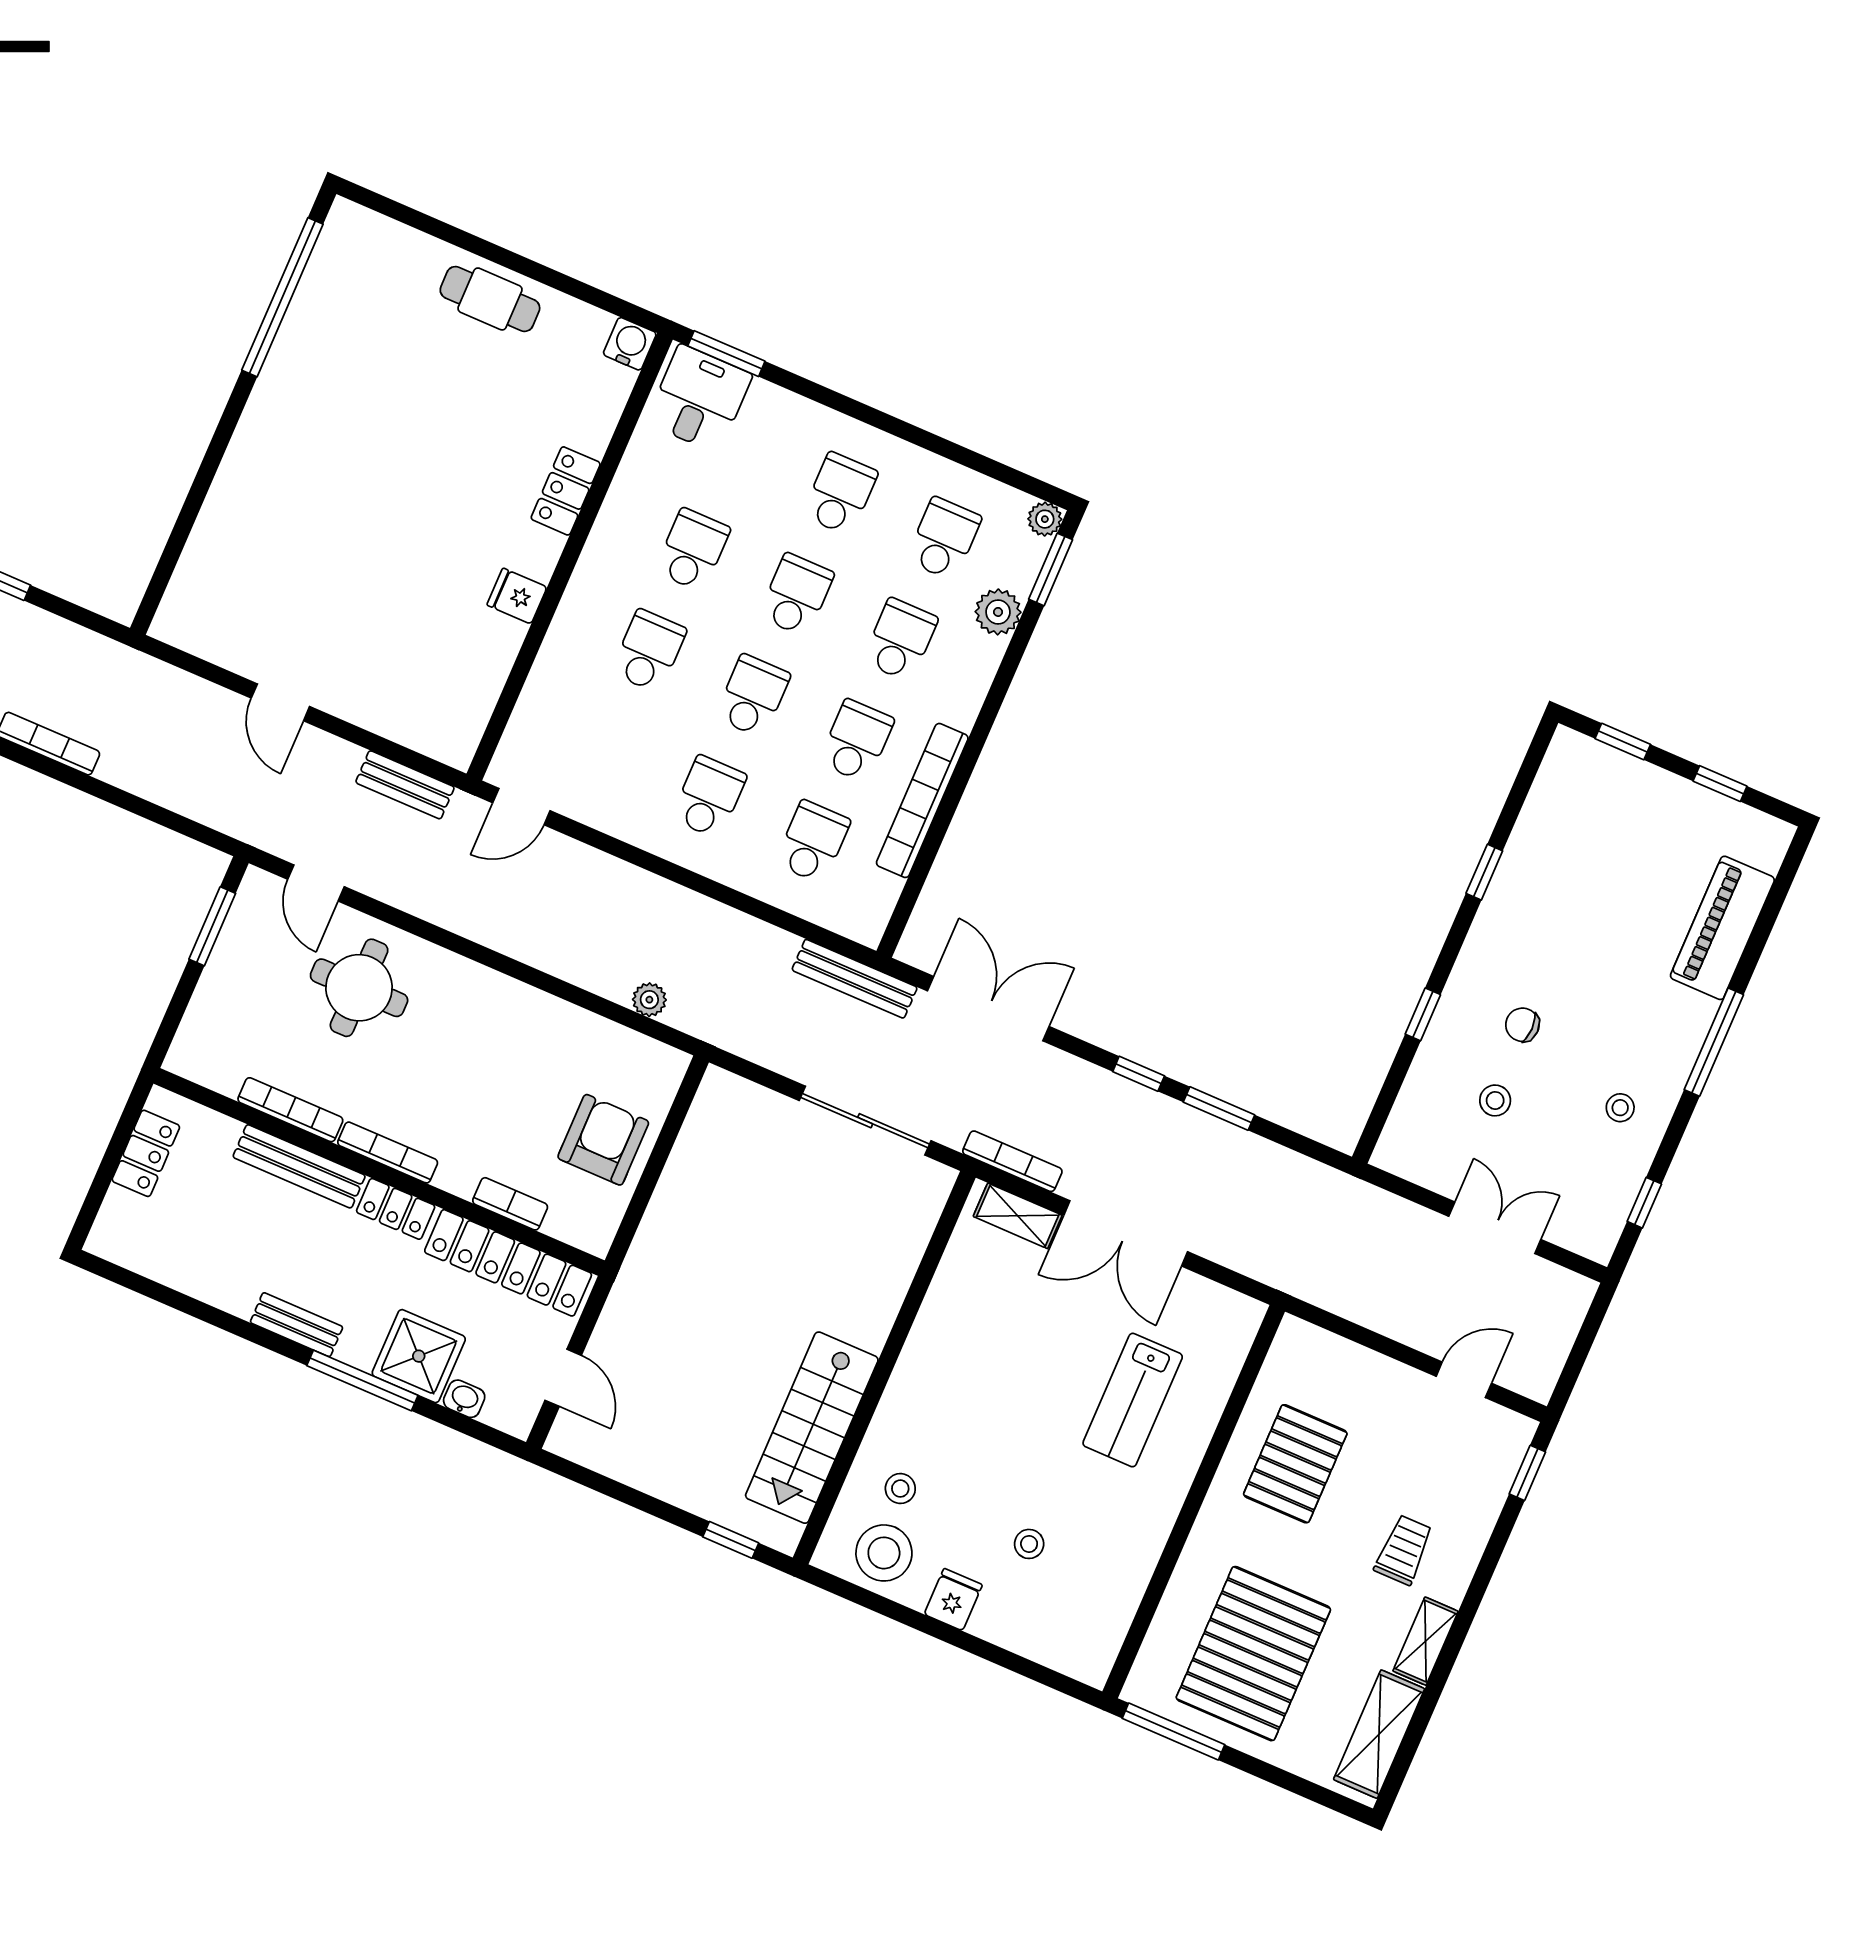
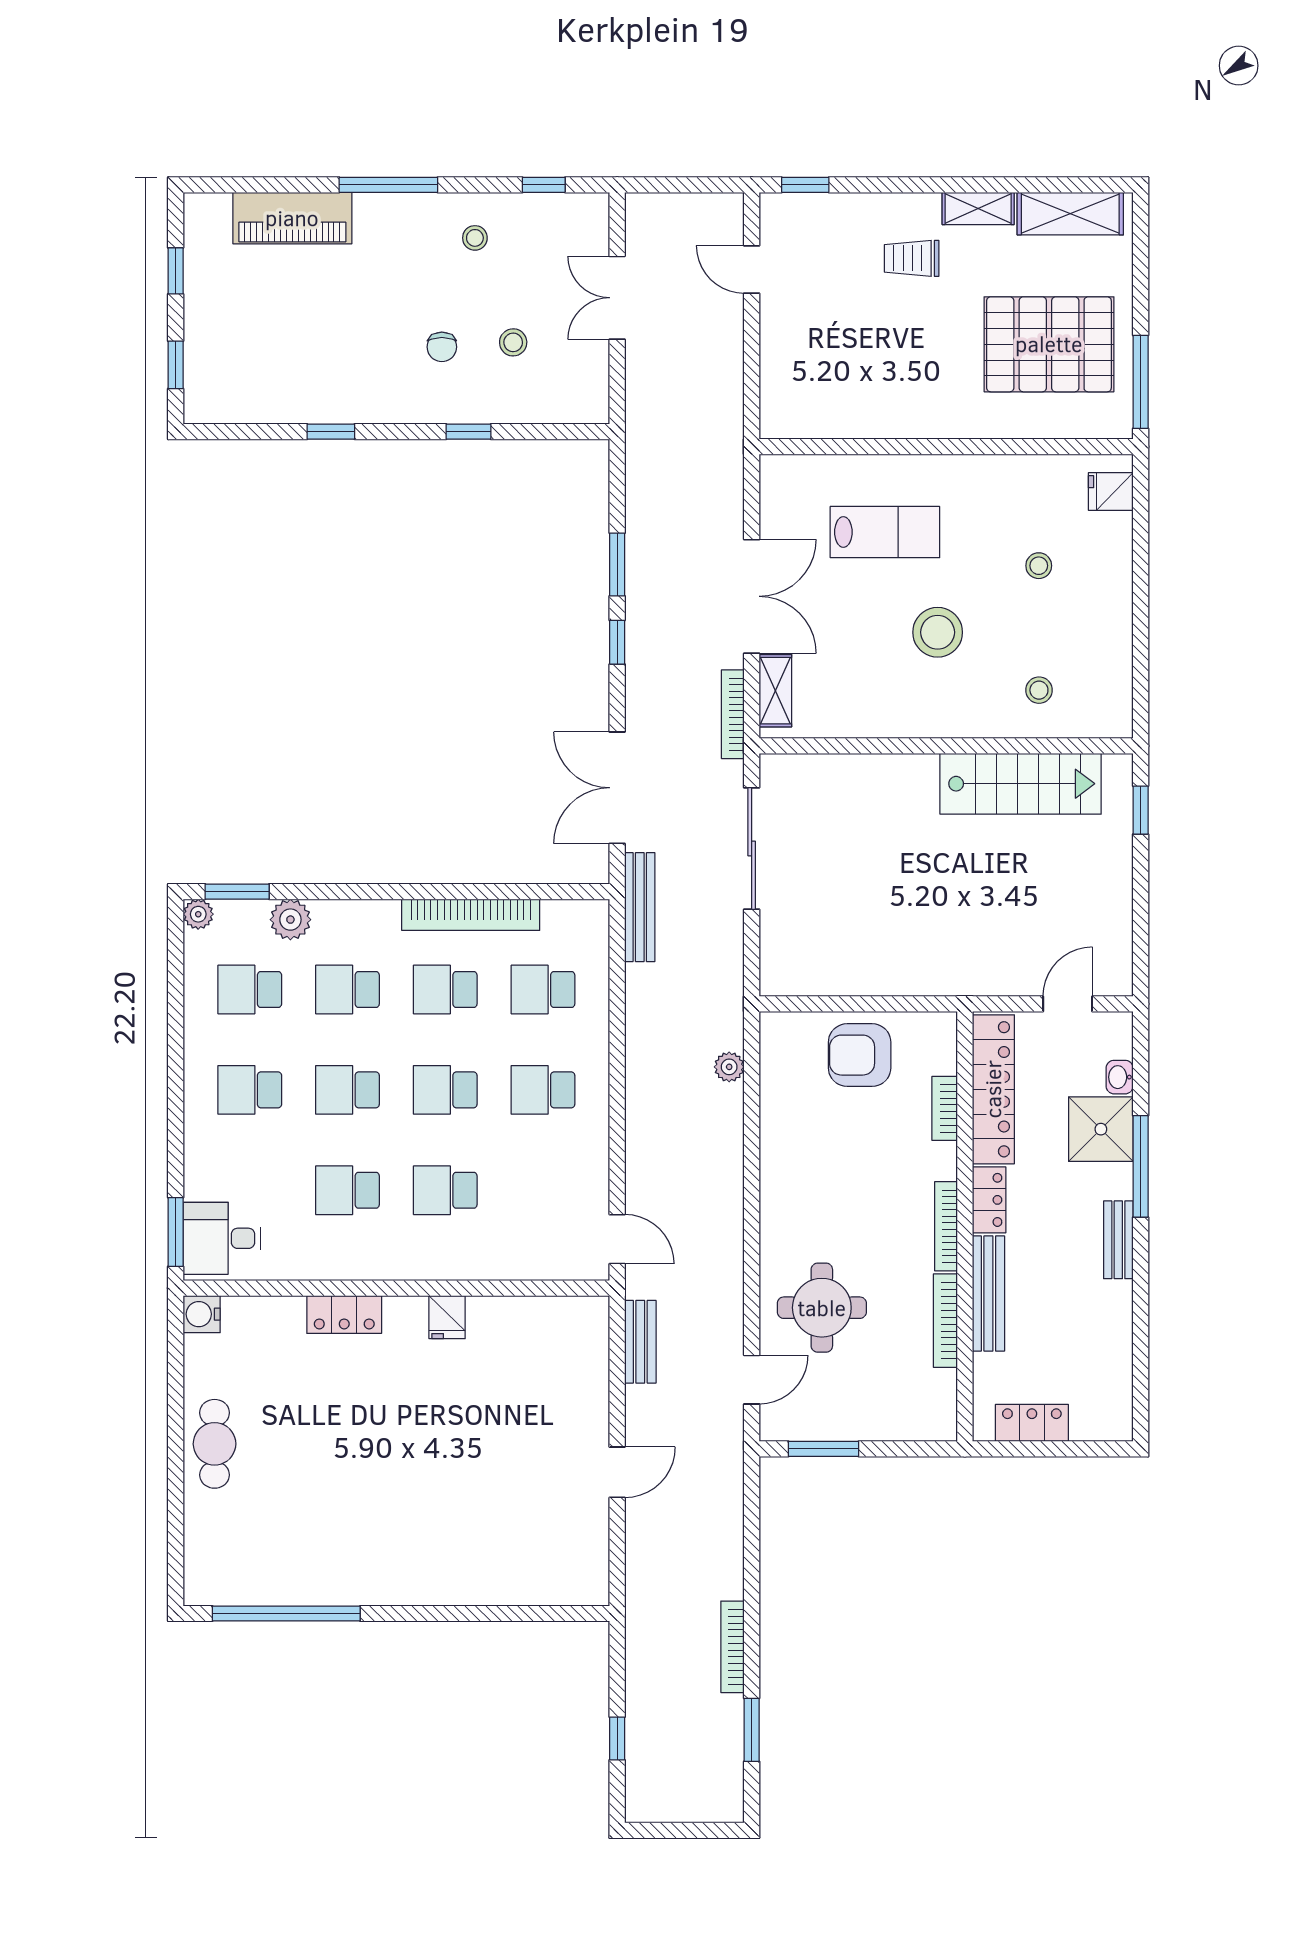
pallet: (1295, 1464) -> (880, 377), removed
stool: (884, 1553) -> (938, 632), moved
fridge: (953, 1600) -> (1111, 492), moved

